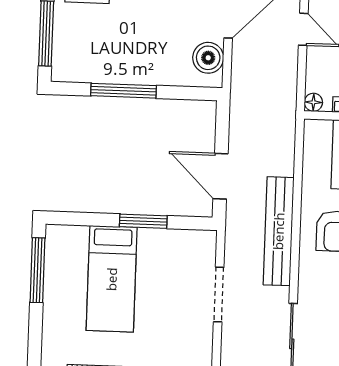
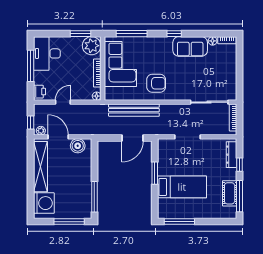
window: (124, 91) -> (94, 197), moved
bench: (279, 231) -> (134, 110), moved

